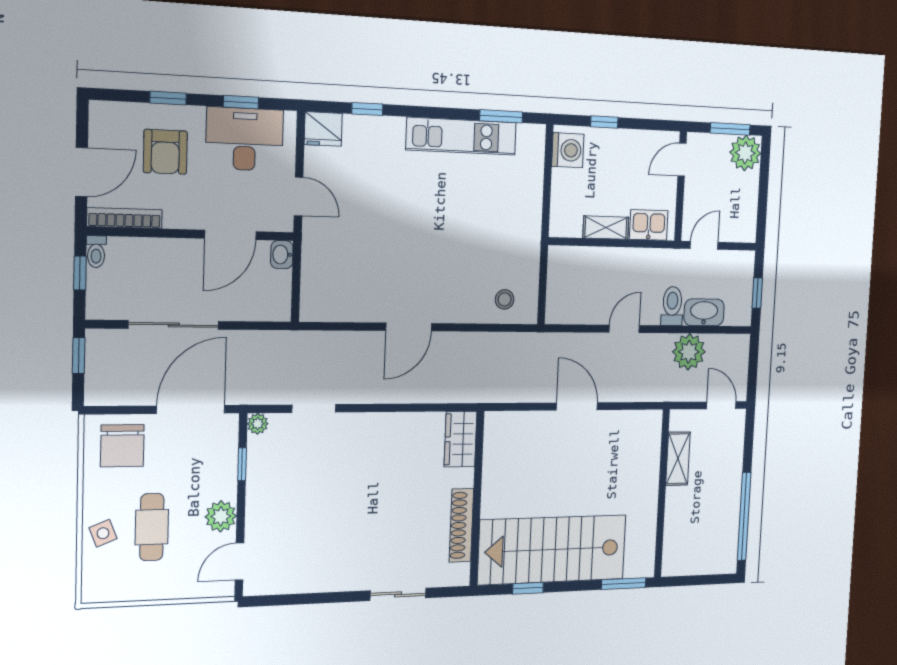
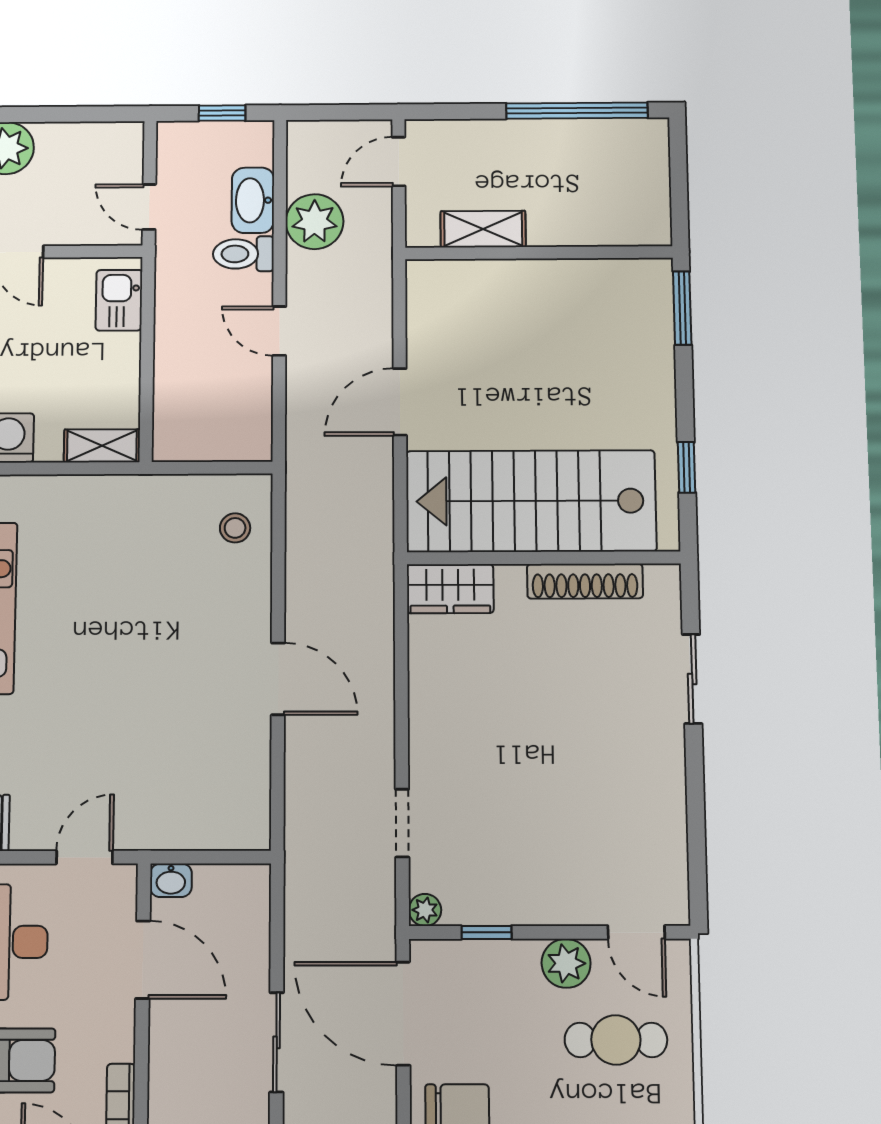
shelving: (606, 228) -> (102, 446), moved, turned 90
sliding door: (174, 325) -> (277, 1042), width x0.73
cafe table: (152, 527) -> (616, 1040), moved
stairs: (552, 550) -> (531, 501), moved, turned 90

